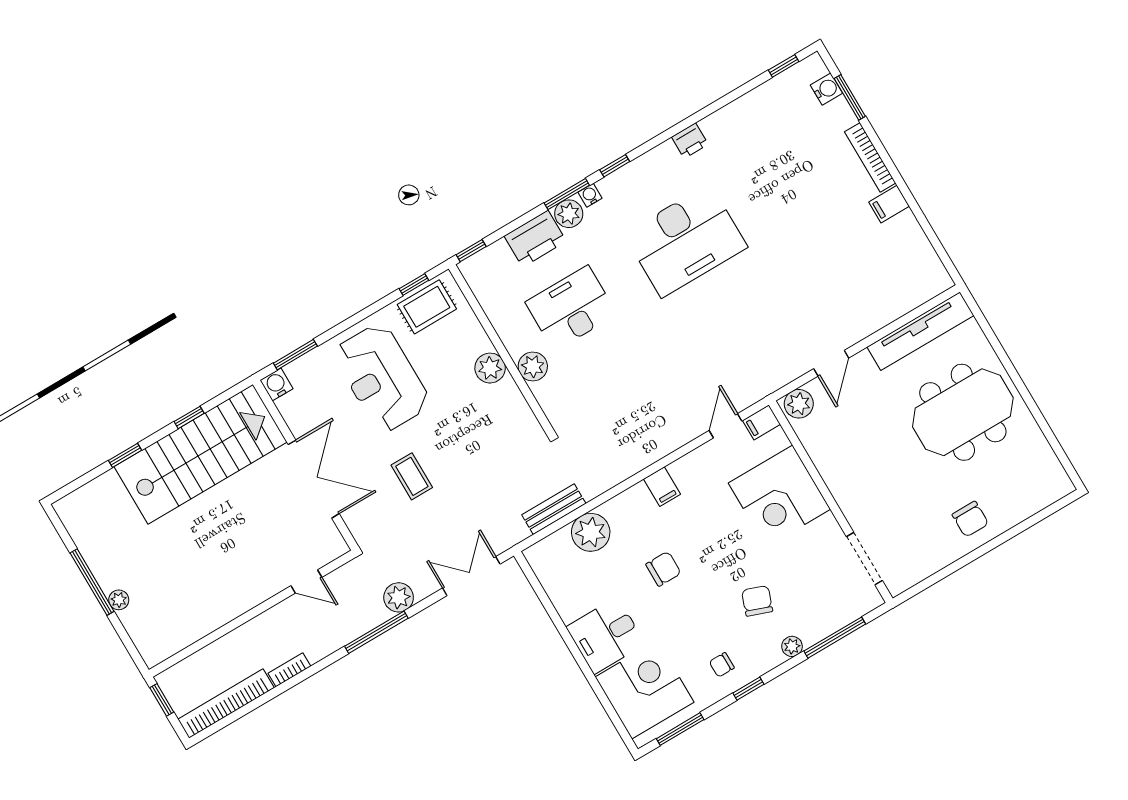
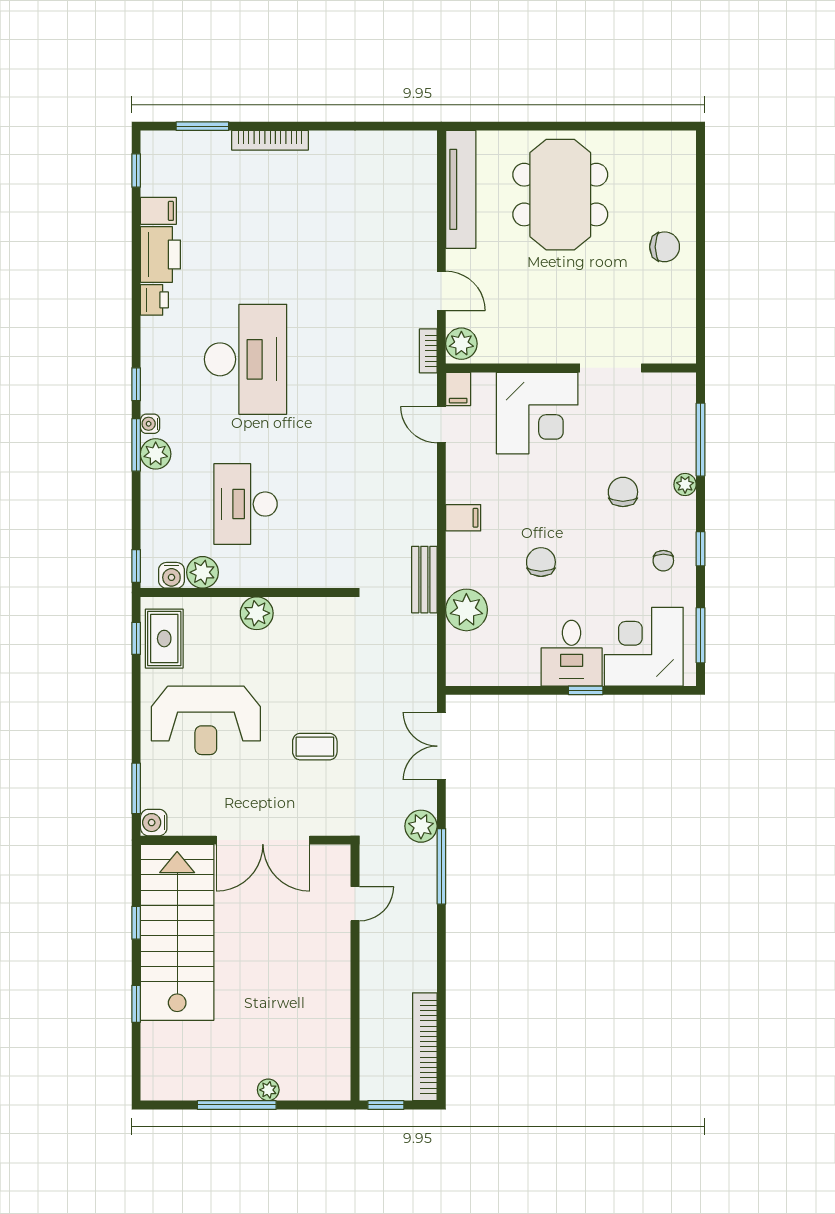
water cooler: (826, 89) -> (171, 575), moved, turned 180
filing cabinet: (889, 204) -> (158, 211), moved, turned -90
printer: (535, 239) -> (160, 254), moved
plant: (533, 366) -> (202, 572), moved
double door: (314, 479) -> (263, 840), swing flipped
bench: (554, 509) -> (424, 580), moved
doorway: (864, 559) -> (611, 368), moved
chair: (757, 601) -> (623, 492), turned 70
window: (583, 664) -> (586, 690), added
bookcase: (289, 670) -> (428, 351), moved

